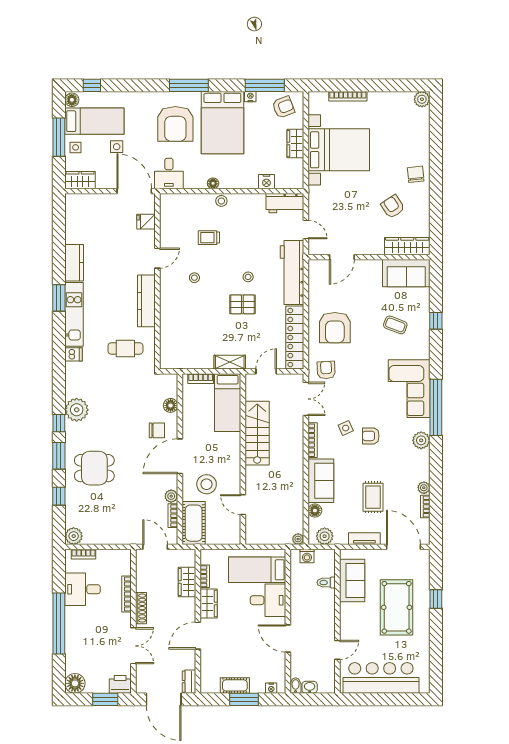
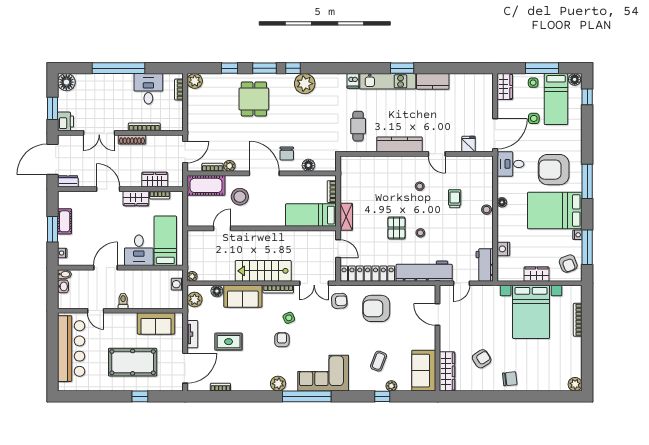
stairs: (257, 433) -> (263, 271), moved, turned 180
plant: (424, 488) -> (391, 386), moved
toilet: (326, 583) -> (123, 301), moved

